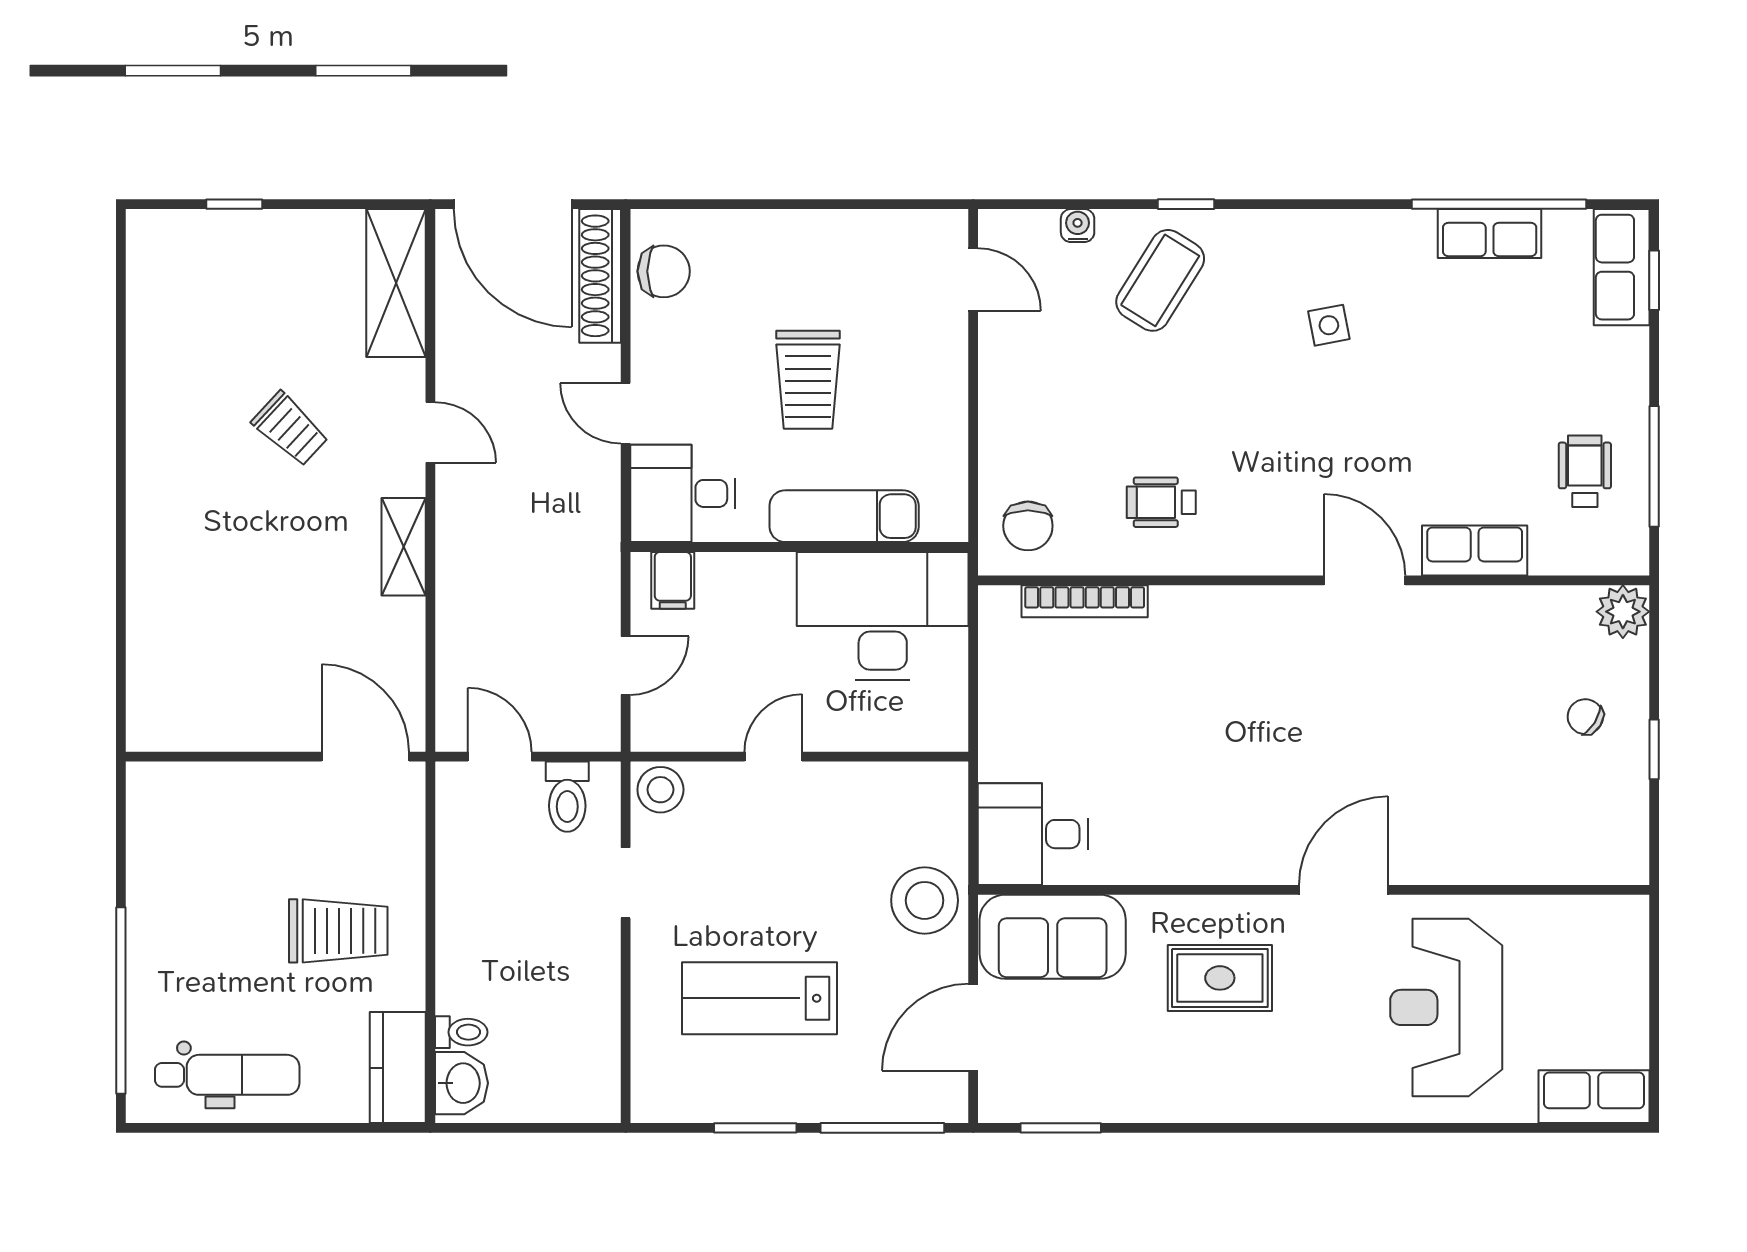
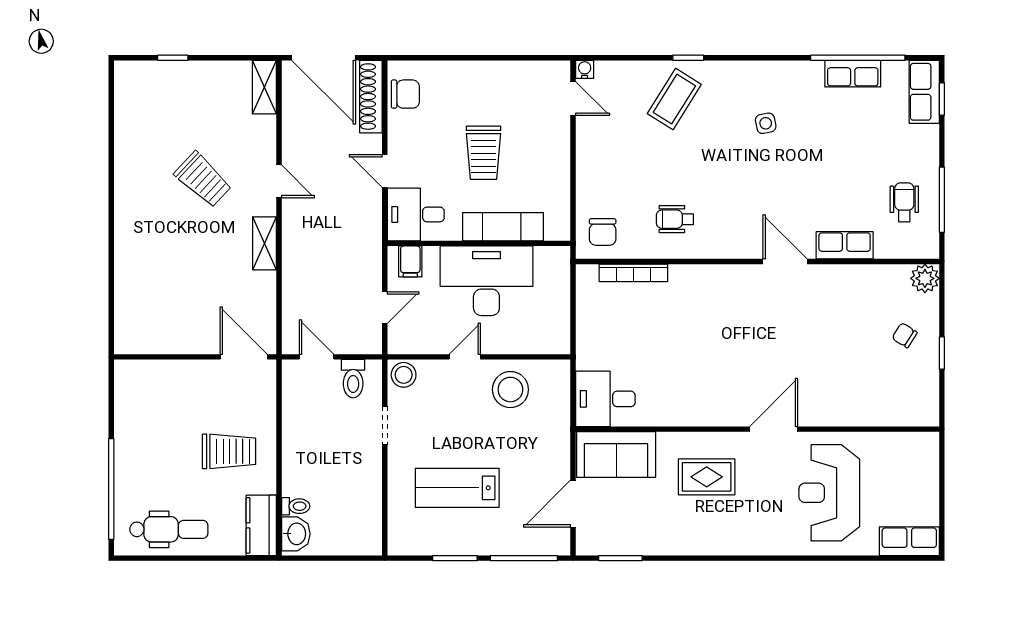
water cooler: (1078, 226) -> (585, 69), moved
shelving: (396, 283) -> (264, 87), width x0.67, depth x0.75
trolley: (290, 429) -> (203, 179), width x1.36, depth x1.39
desk: (883, 616) -> (486, 281), moved
stool: (925, 900) -> (510, 390), moved

